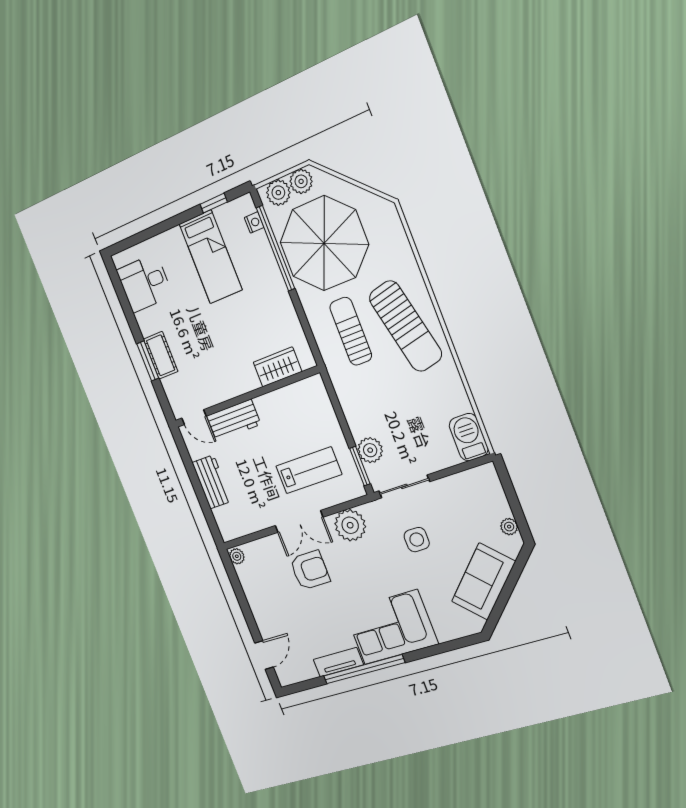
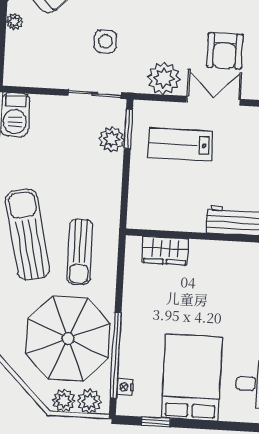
bed: (211, 257) -> (192, 377), width x1.50
armchair: (310, 570) -> (225, 51), turned -90

